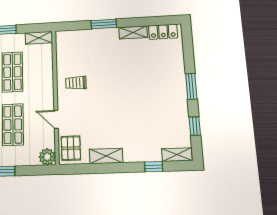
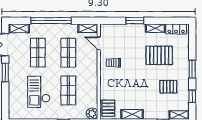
pallet: (141, 69) -> (159, 55), added
pallet: (158, 113) -> (168, 87), added
door: (56, 119) -> (99, 43), moved

